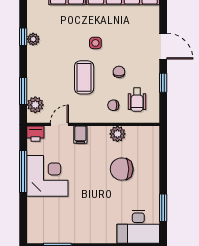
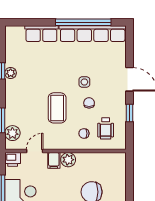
side table: (95, 43) -> (84, 82), moved
plant: (117, 134) -> (68, 160), moved

